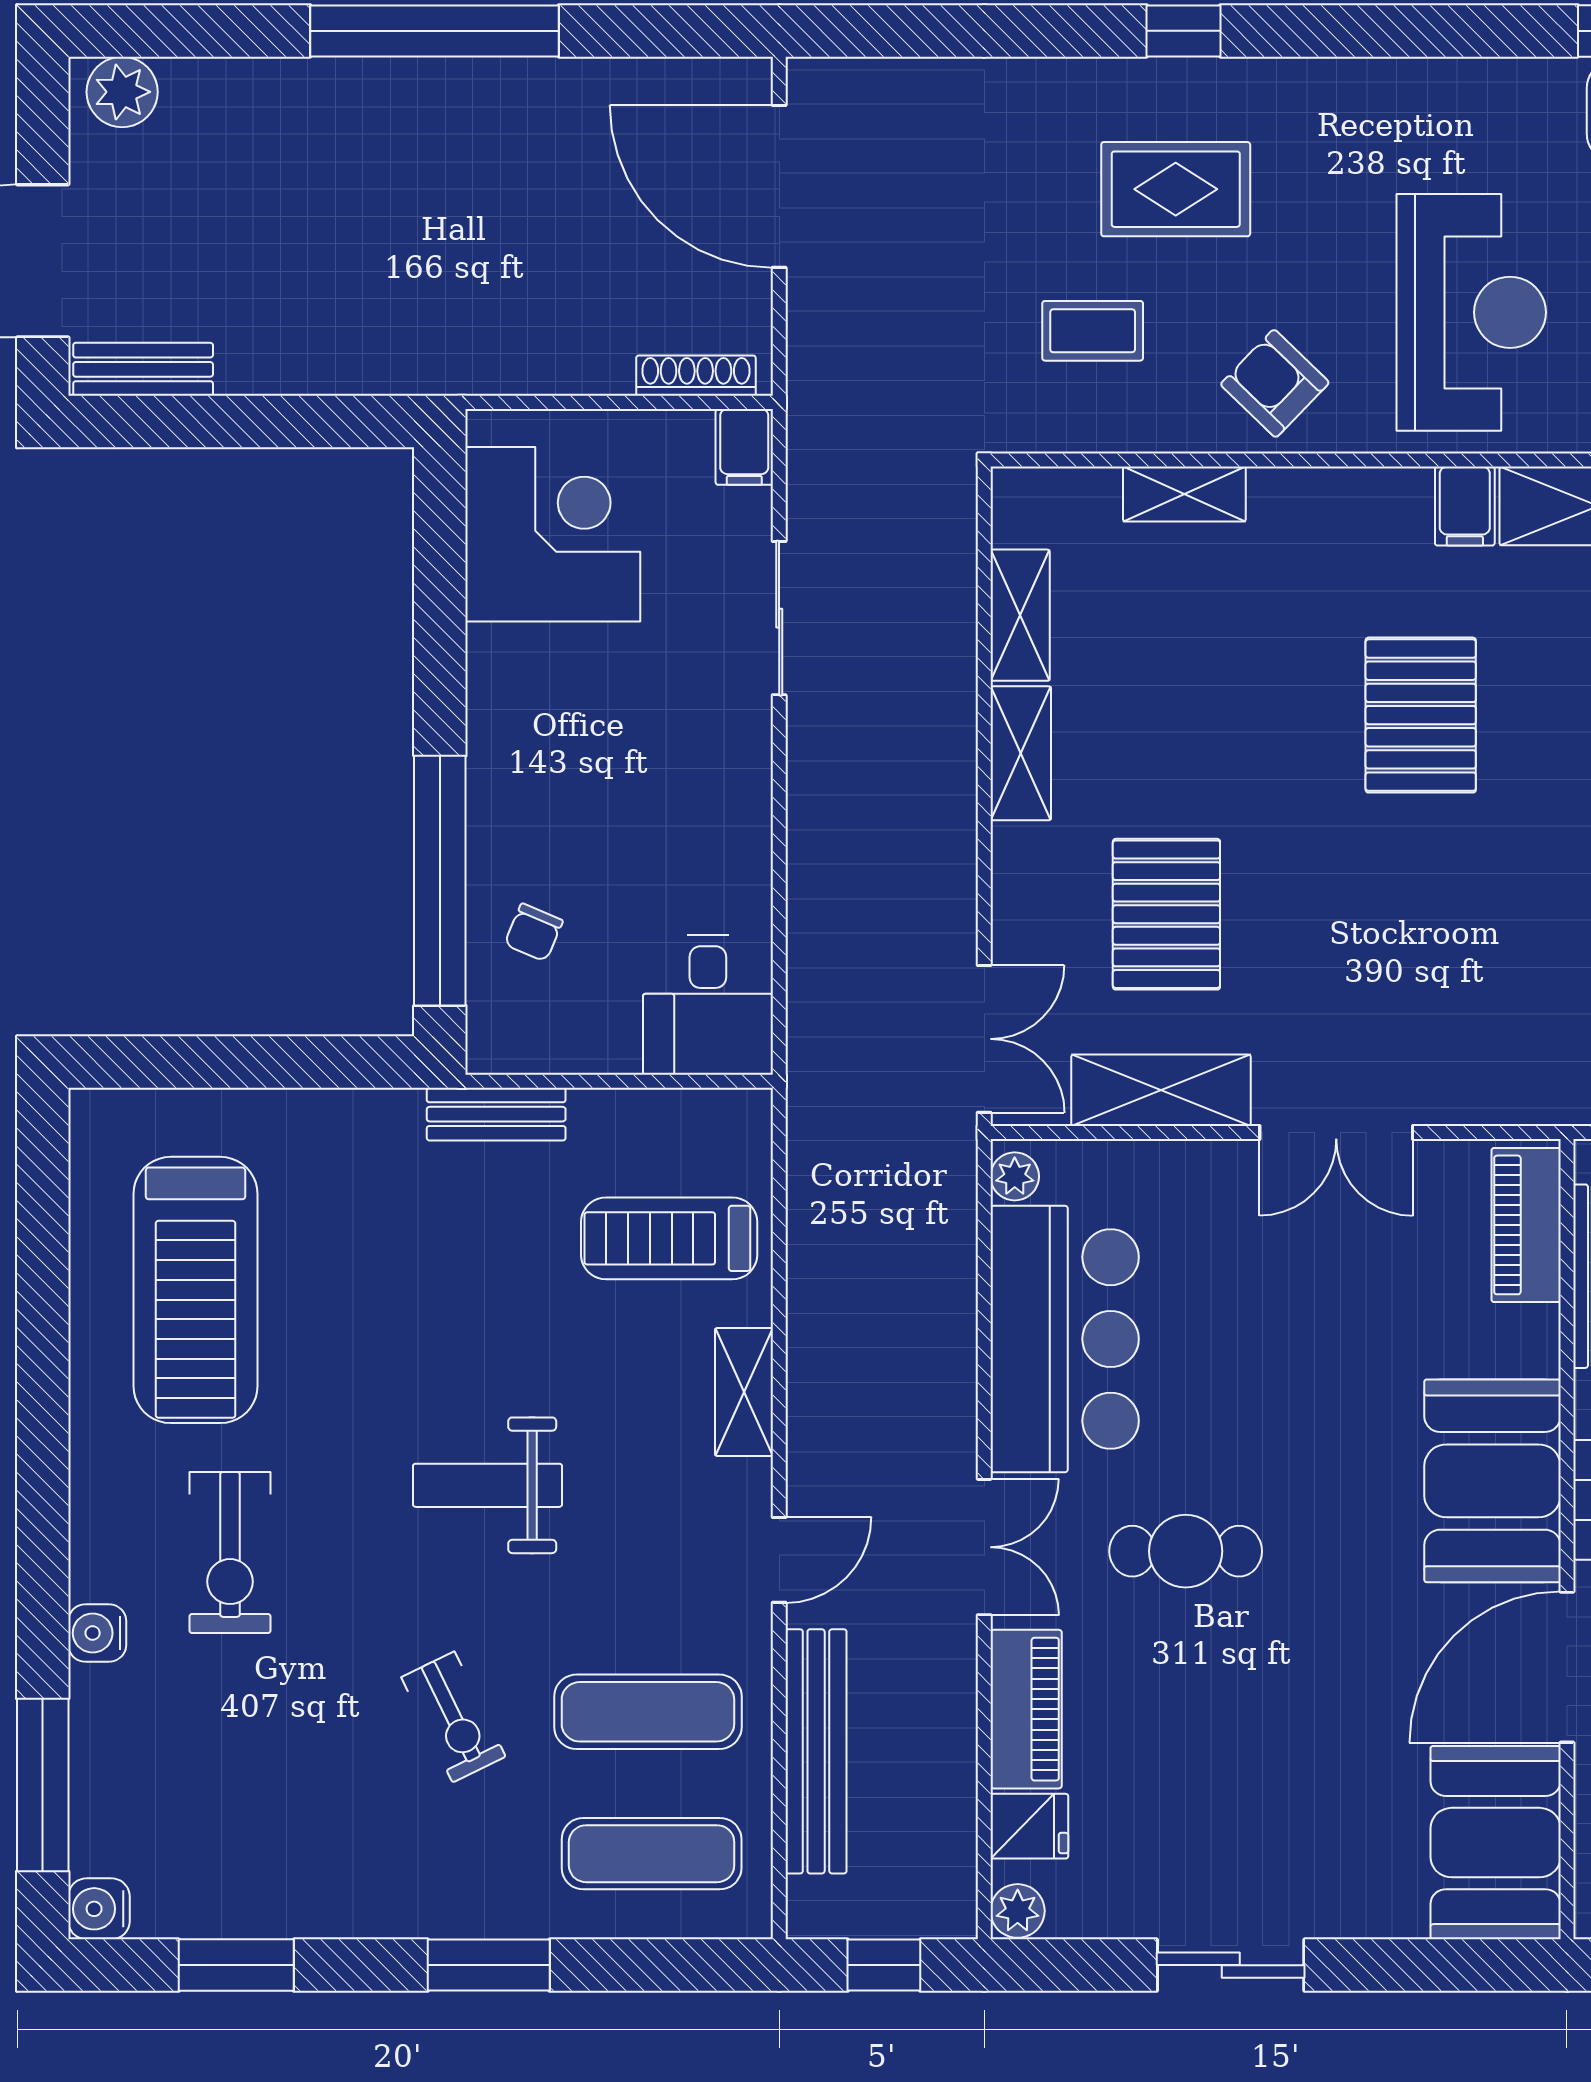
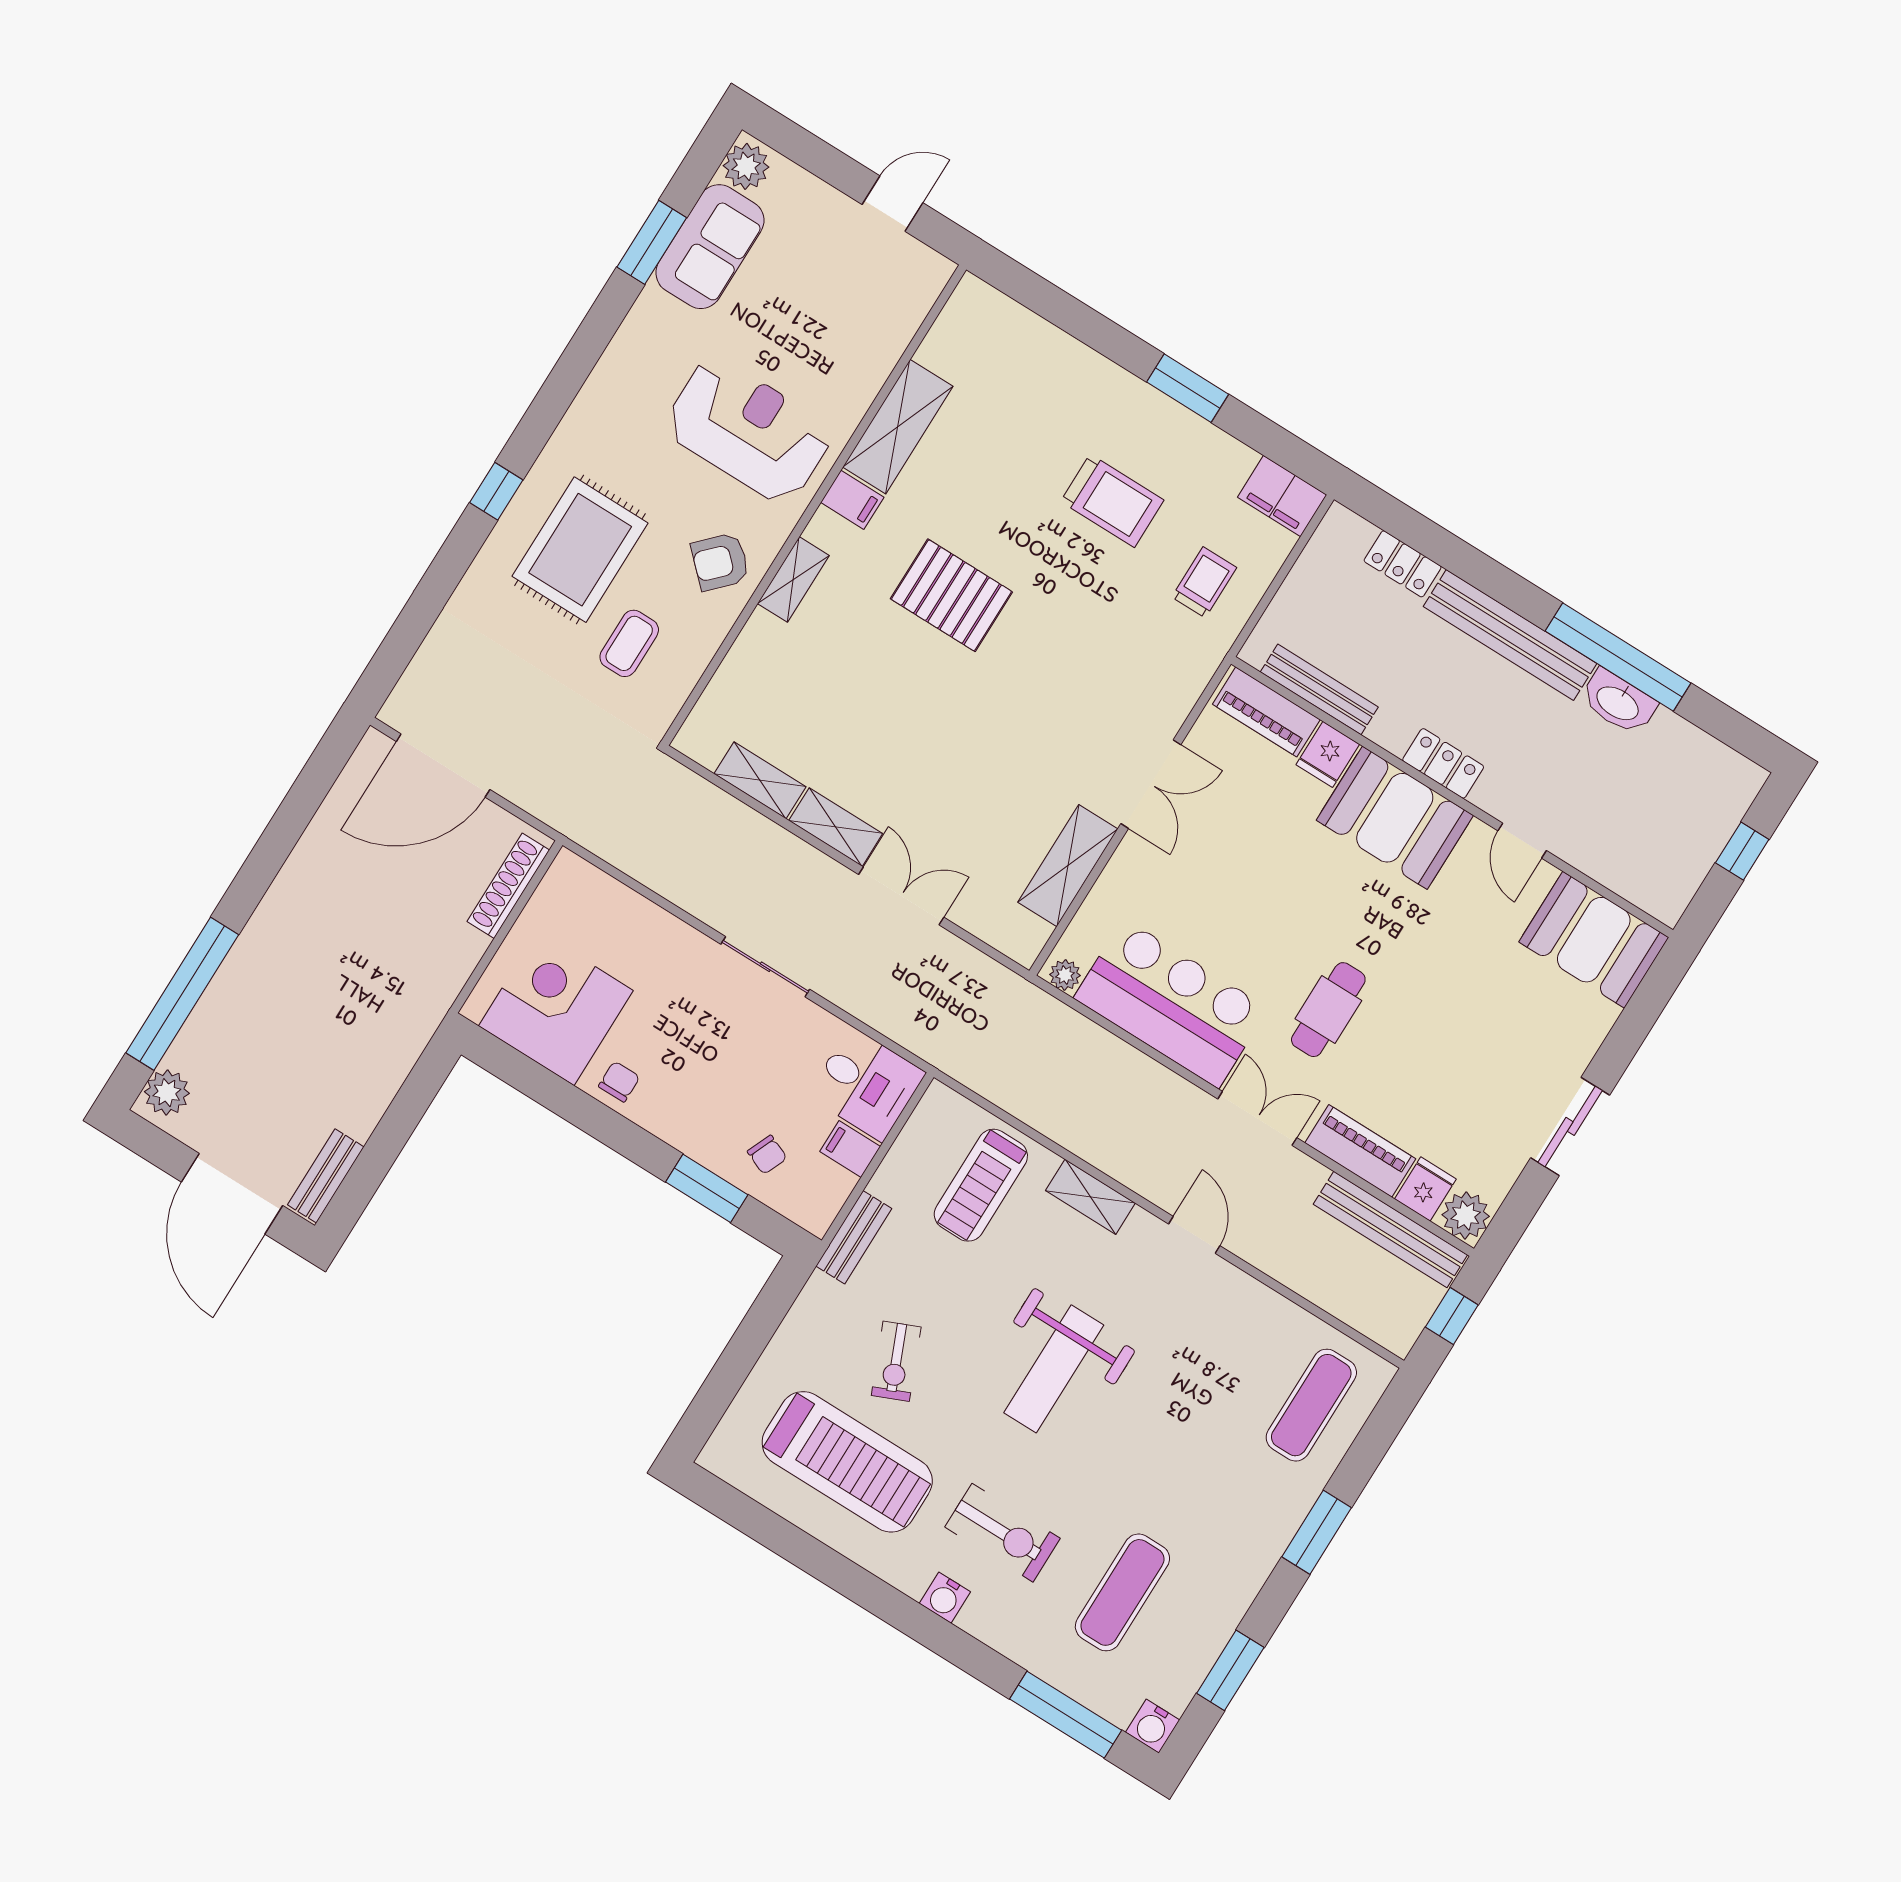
window: (434, 31) -> (182, 994), moved
rug: (1176, 189) -> (580, 550), width x1.36, depth x1.43
shoe rack: (696, 376) -> (508, 886), width x1.36, depth x1.24
filing cabinet: (744, 447) -> (850, 1149), moved, turned 180
shelving: (1184, 494) -> (793, 579), moved
sliding door: (779, 618) -> (765, 967), moved
chair: (508, 678) -> (619, 1082), added
window: (440, 881) -> (707, 1188), width x0.47
pallet: (1166, 914) -> (973, 802), removed
double door: (984, 1039) -> (901, 896), moved
fridge: (1521, 1341) -> (1328, 754), added
weight bench: (488, 1485) -> (1054, 1369), width x1.36, depth x1.33
water cooler: (97, 1633) -> (945, 1598), moved
door: (1567, 1667) -> (1522, 841), width x0.53
exercise mat: (648, 1712) -> (1122, 1592), moved
exercise bike: (453, 1717) -> (896, 1361), moved, turned 93
bench: (816, 1751) -> (1390, 1230), moved
plant: (1018, 1911) -> (1466, 1215), width x1.38, depth x1.38

